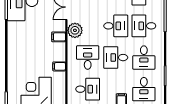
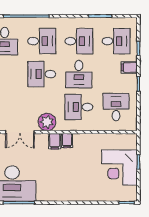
desk: (116, 26) -> (42, 74), turned -90
desk: (144, 26) -> (42, 41), turned -90
filing cabinet: (59, 66) -> (67, 141), moved

